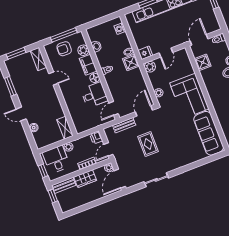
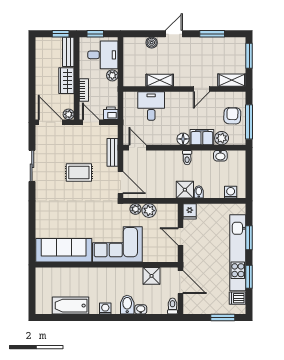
plant: (150, 67) -> (149, 211), moved
desk: (94, 95) -> (151, 106), moved, turned 180
shelving: (65, 128) -> (160, 80), moved

